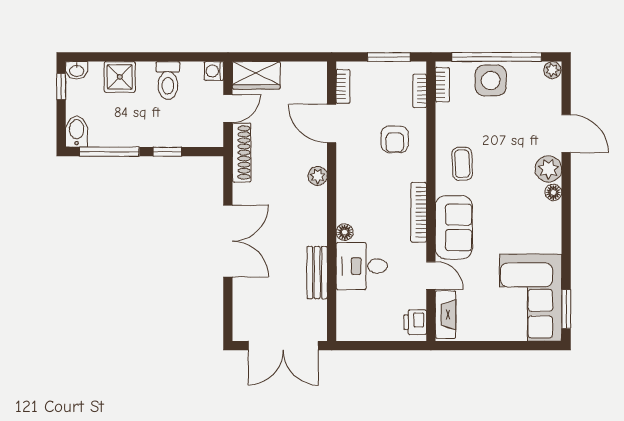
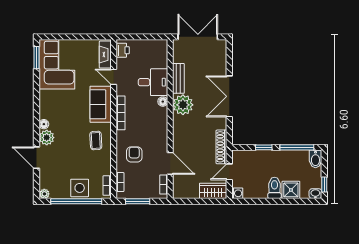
toilet: (168, 81) -> (274, 188), moved
plant: (318, 176) -> (183, 105), moved, width x1.87, depth x1.87

